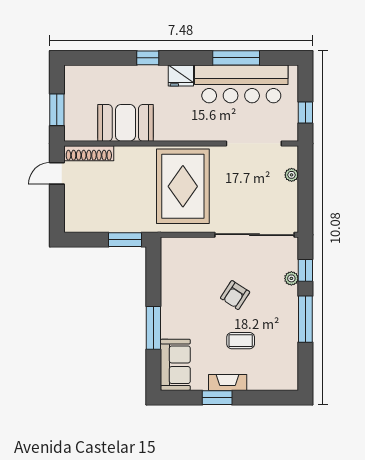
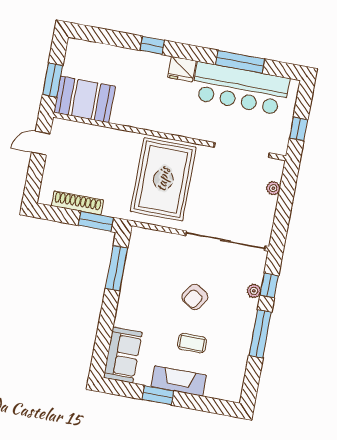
booth: (125, 123) -> (85, 99), moved
shoe rack: (89, 153) -> (77, 203), moved, turned 180
window: (153, 328) -> (116, 268), moved
fireplace: (228, 382) -> (179, 381), width x1.37, depth x1.32

